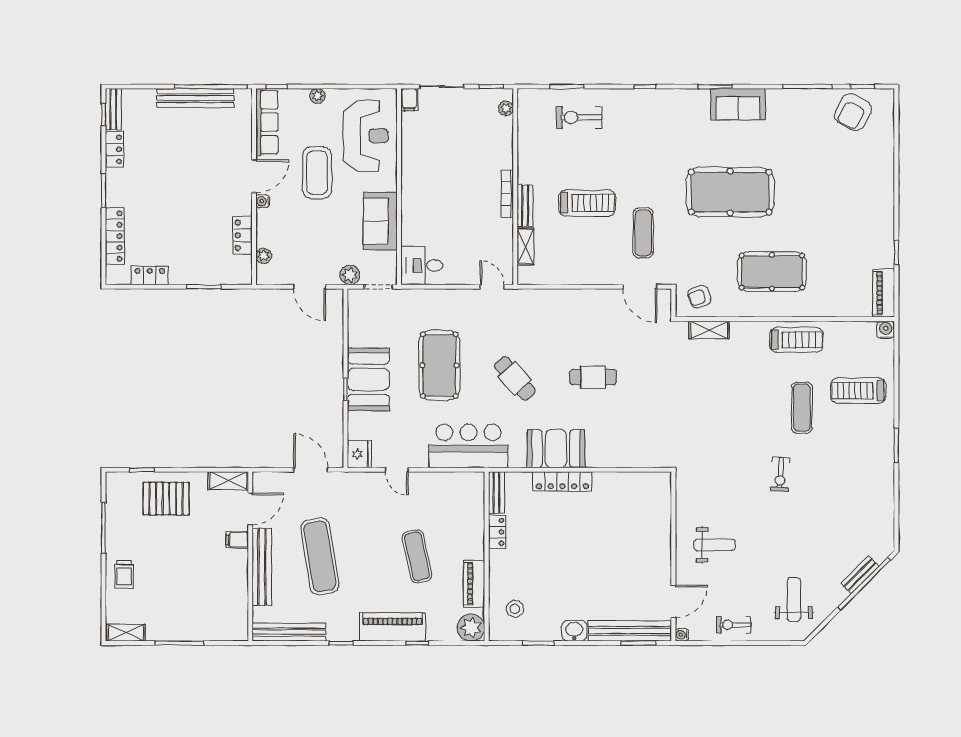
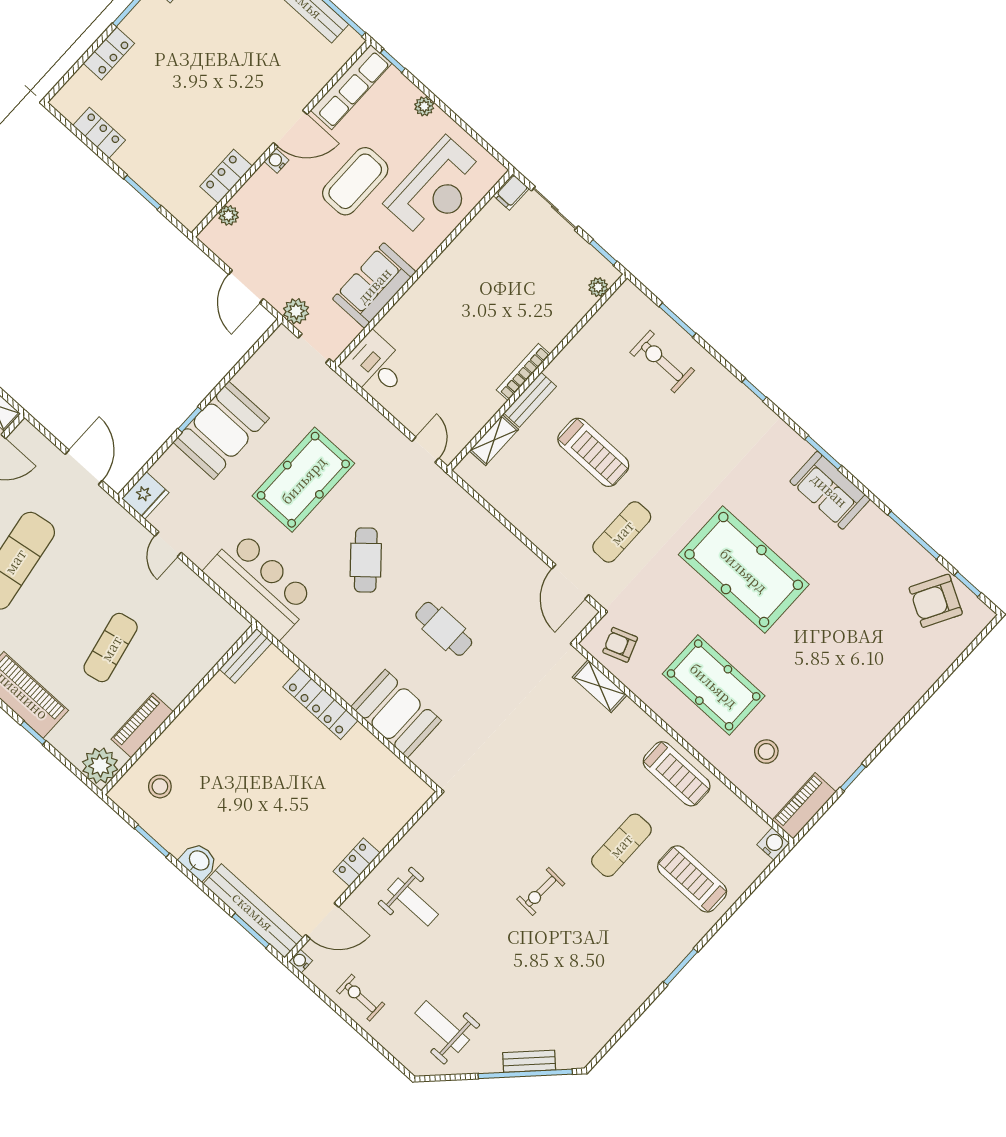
locker: (115, 236) -> (109, 53), width x0.66
stool: (835, 282) -> (766, 752), added
booth: (556, 448) -> (396, 714), moved
locker: (497, 532) -> (357, 862), moved, turned 180
weight bench: (794, 599) -> (442, 1027), turned -90

